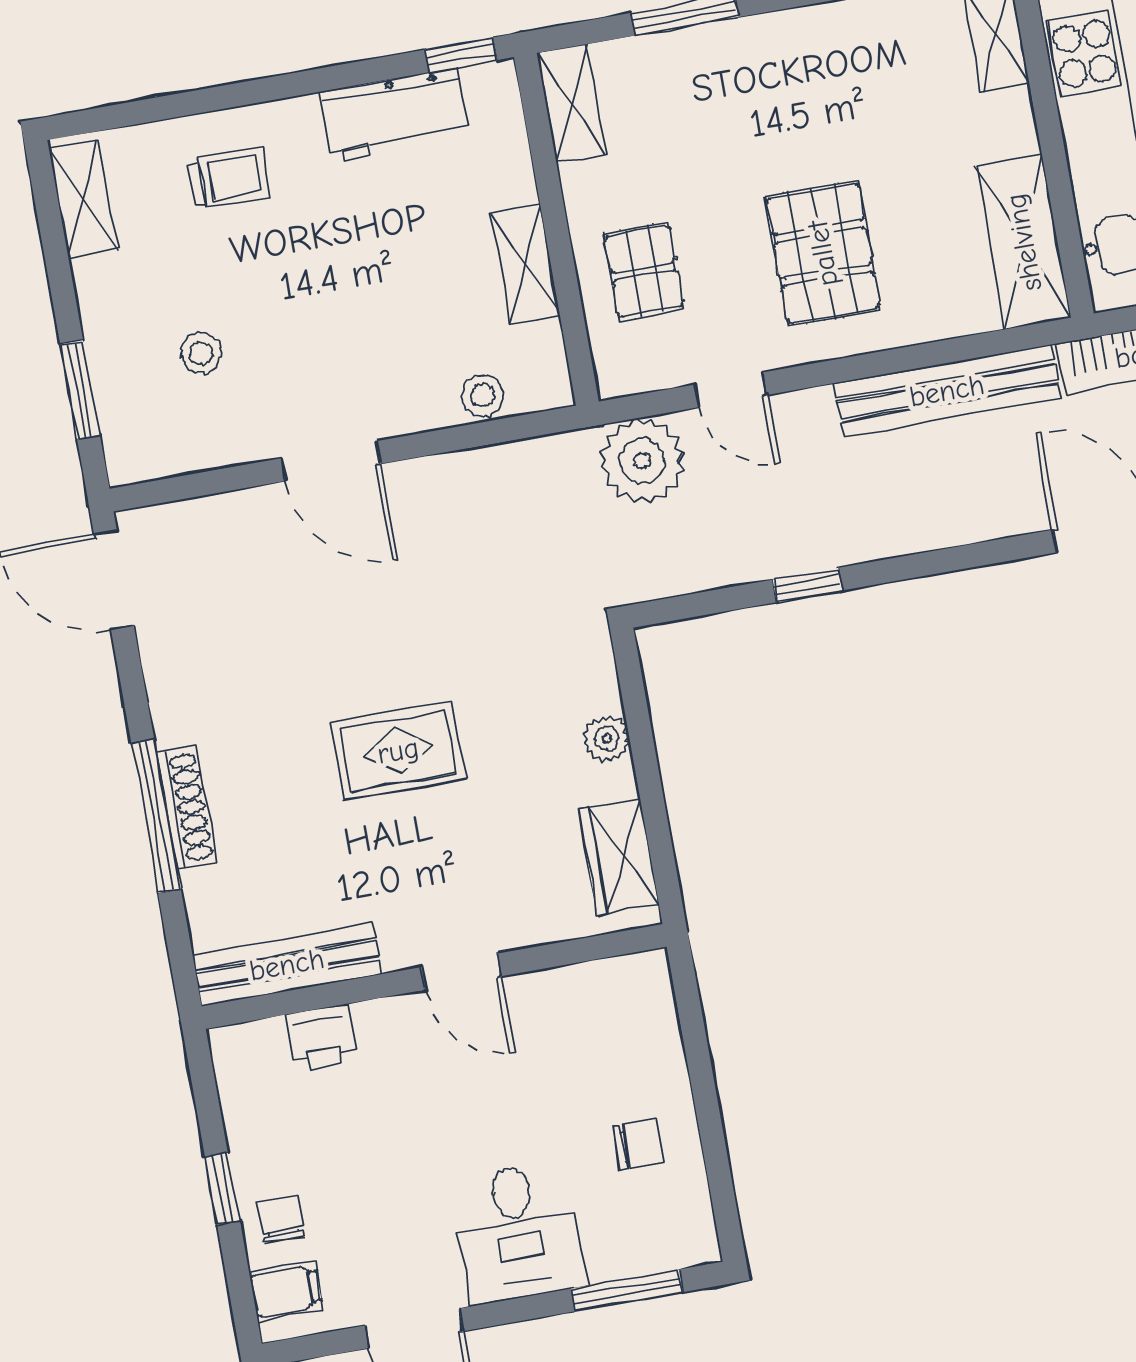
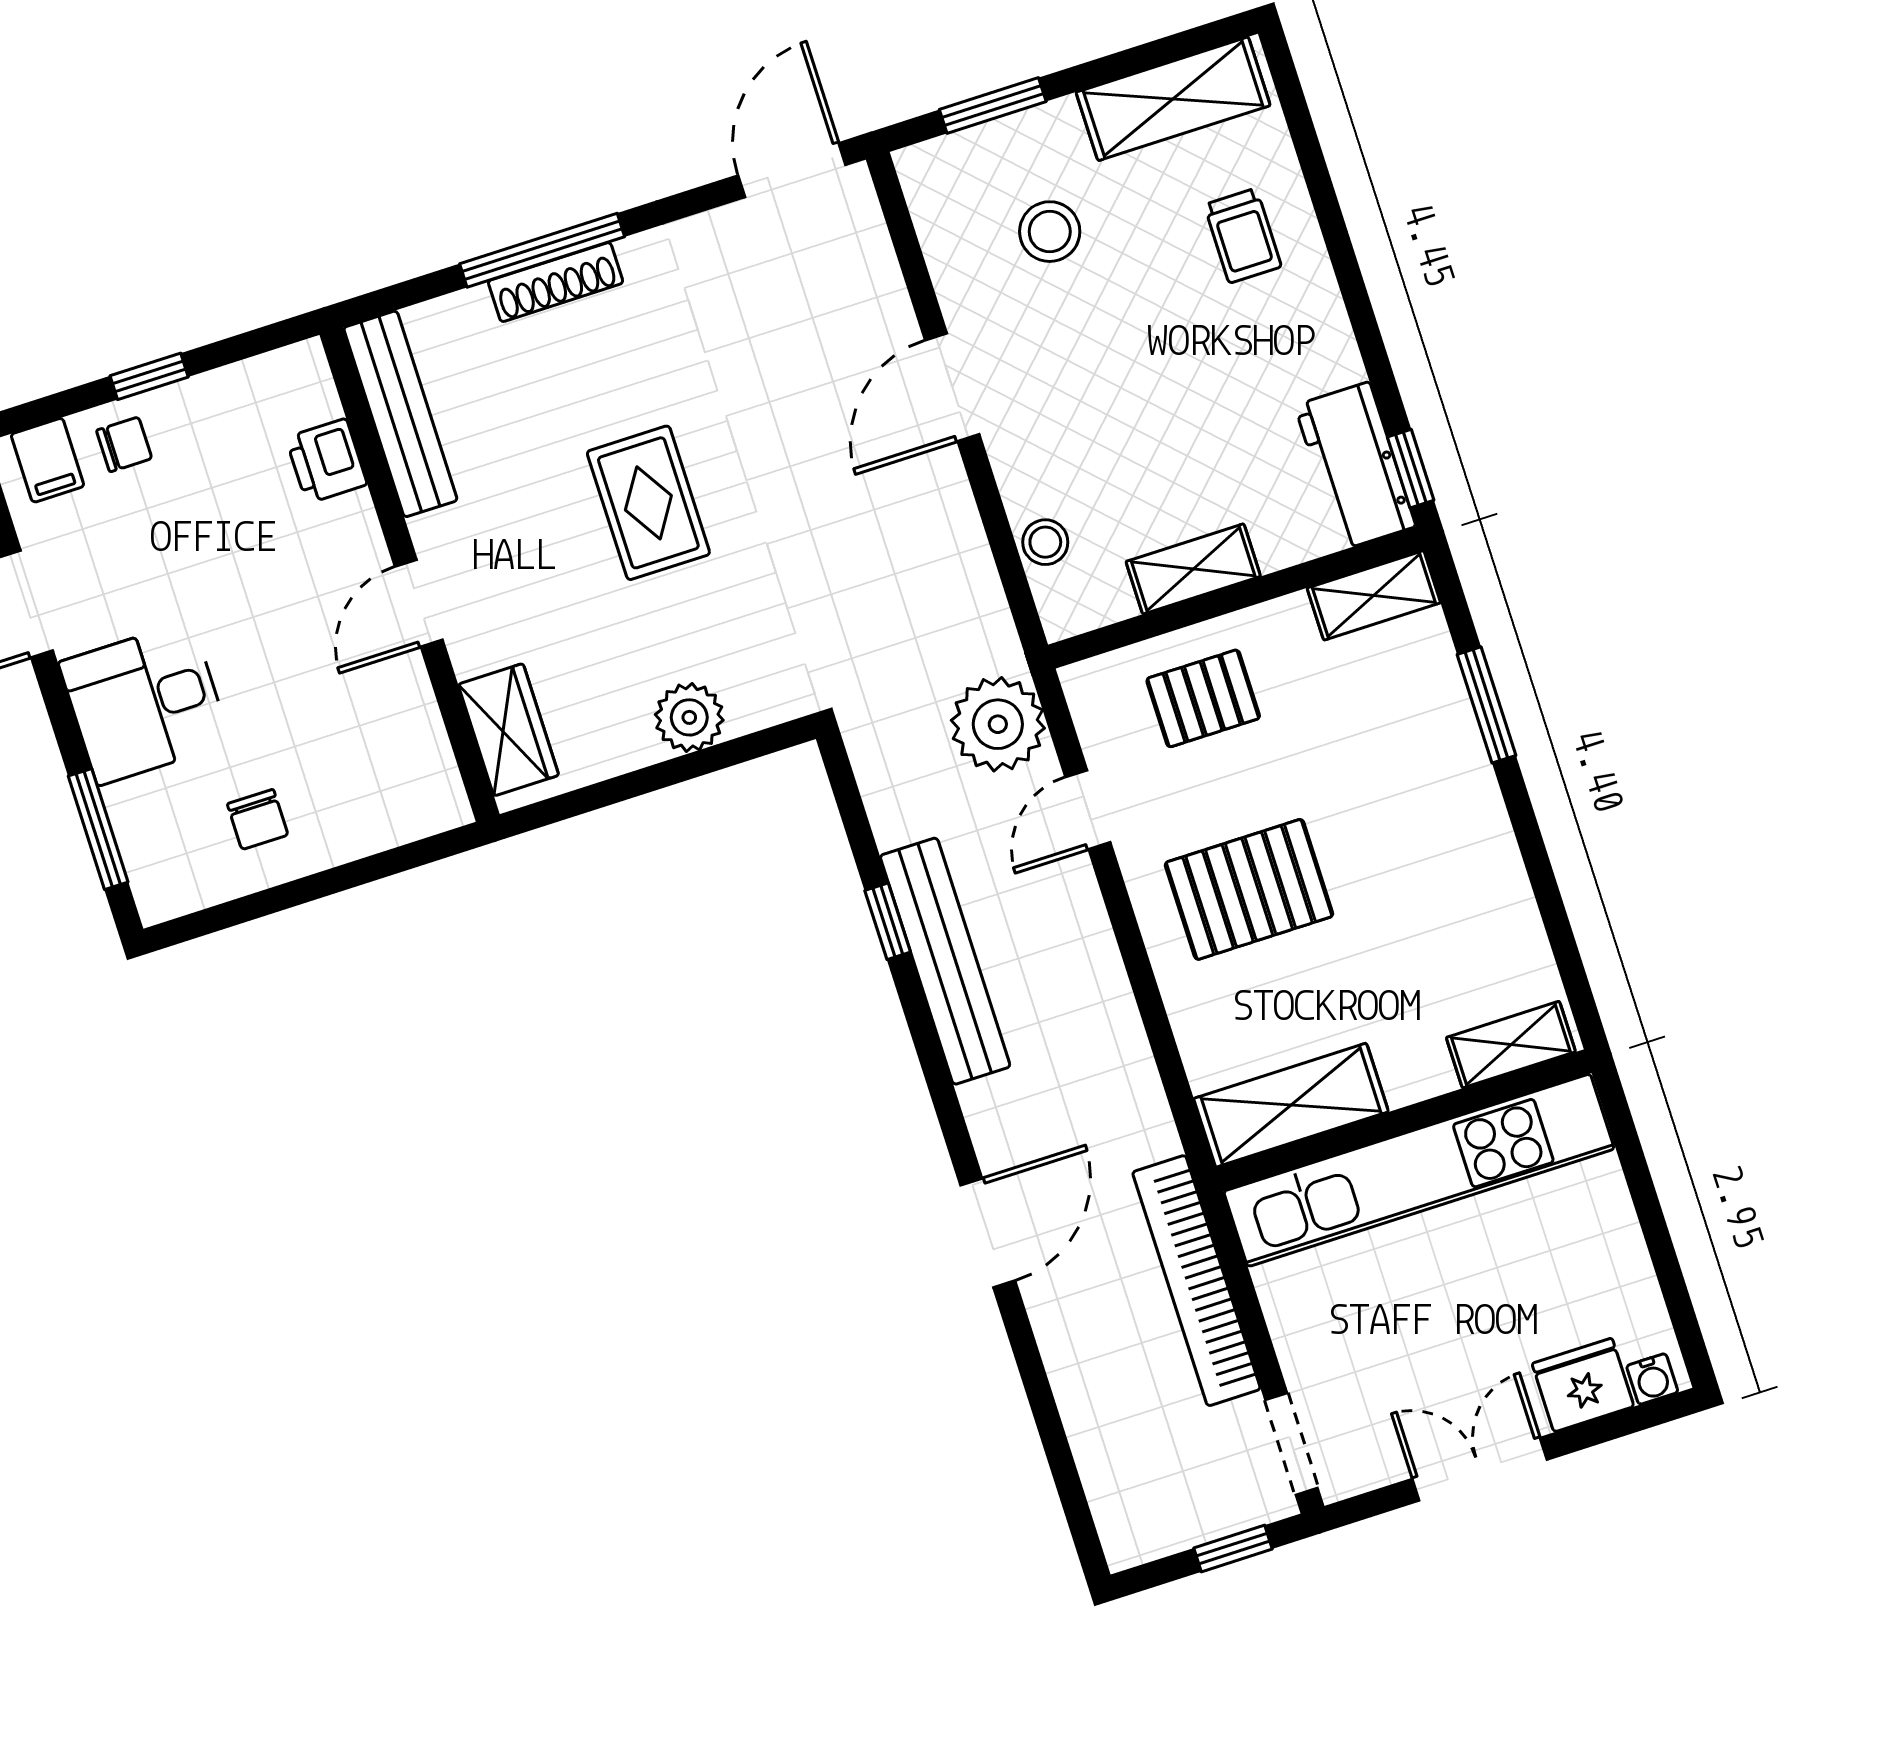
workbench: (395, 115) -> (1355, 466), moved
shelving: (83, 199) -> (1173, 99), width x1.50, depth x1.33
stool: (201, 353) -> (1050, 232), width x1.37, depth x1.37
bench: (947, 391) -> (945, 961), moved
plant: (607, 739) -> (689, 717), width x1.38, depth x1.38
wardrobe: (619, 857) -> (508, 730), moved, turned 90

